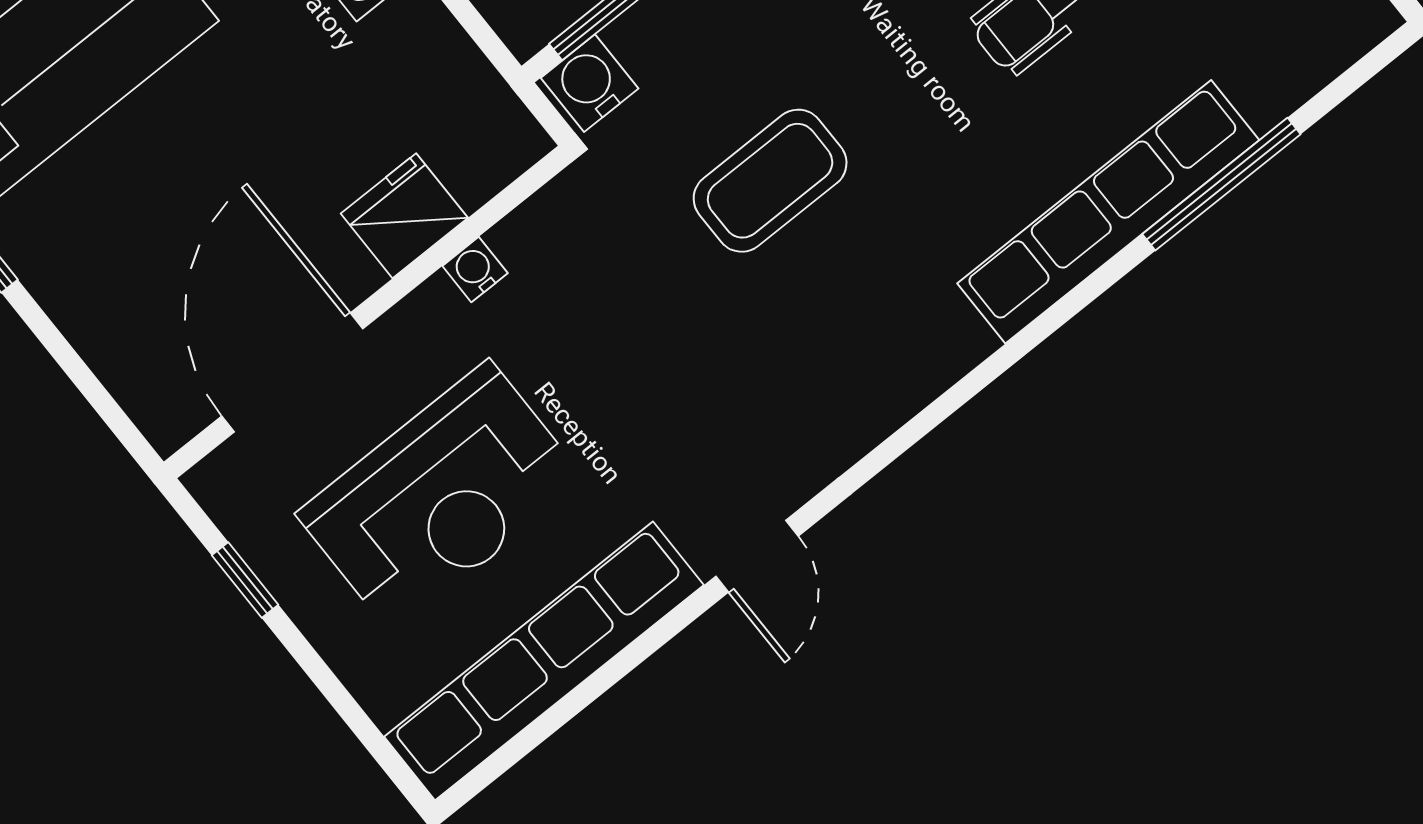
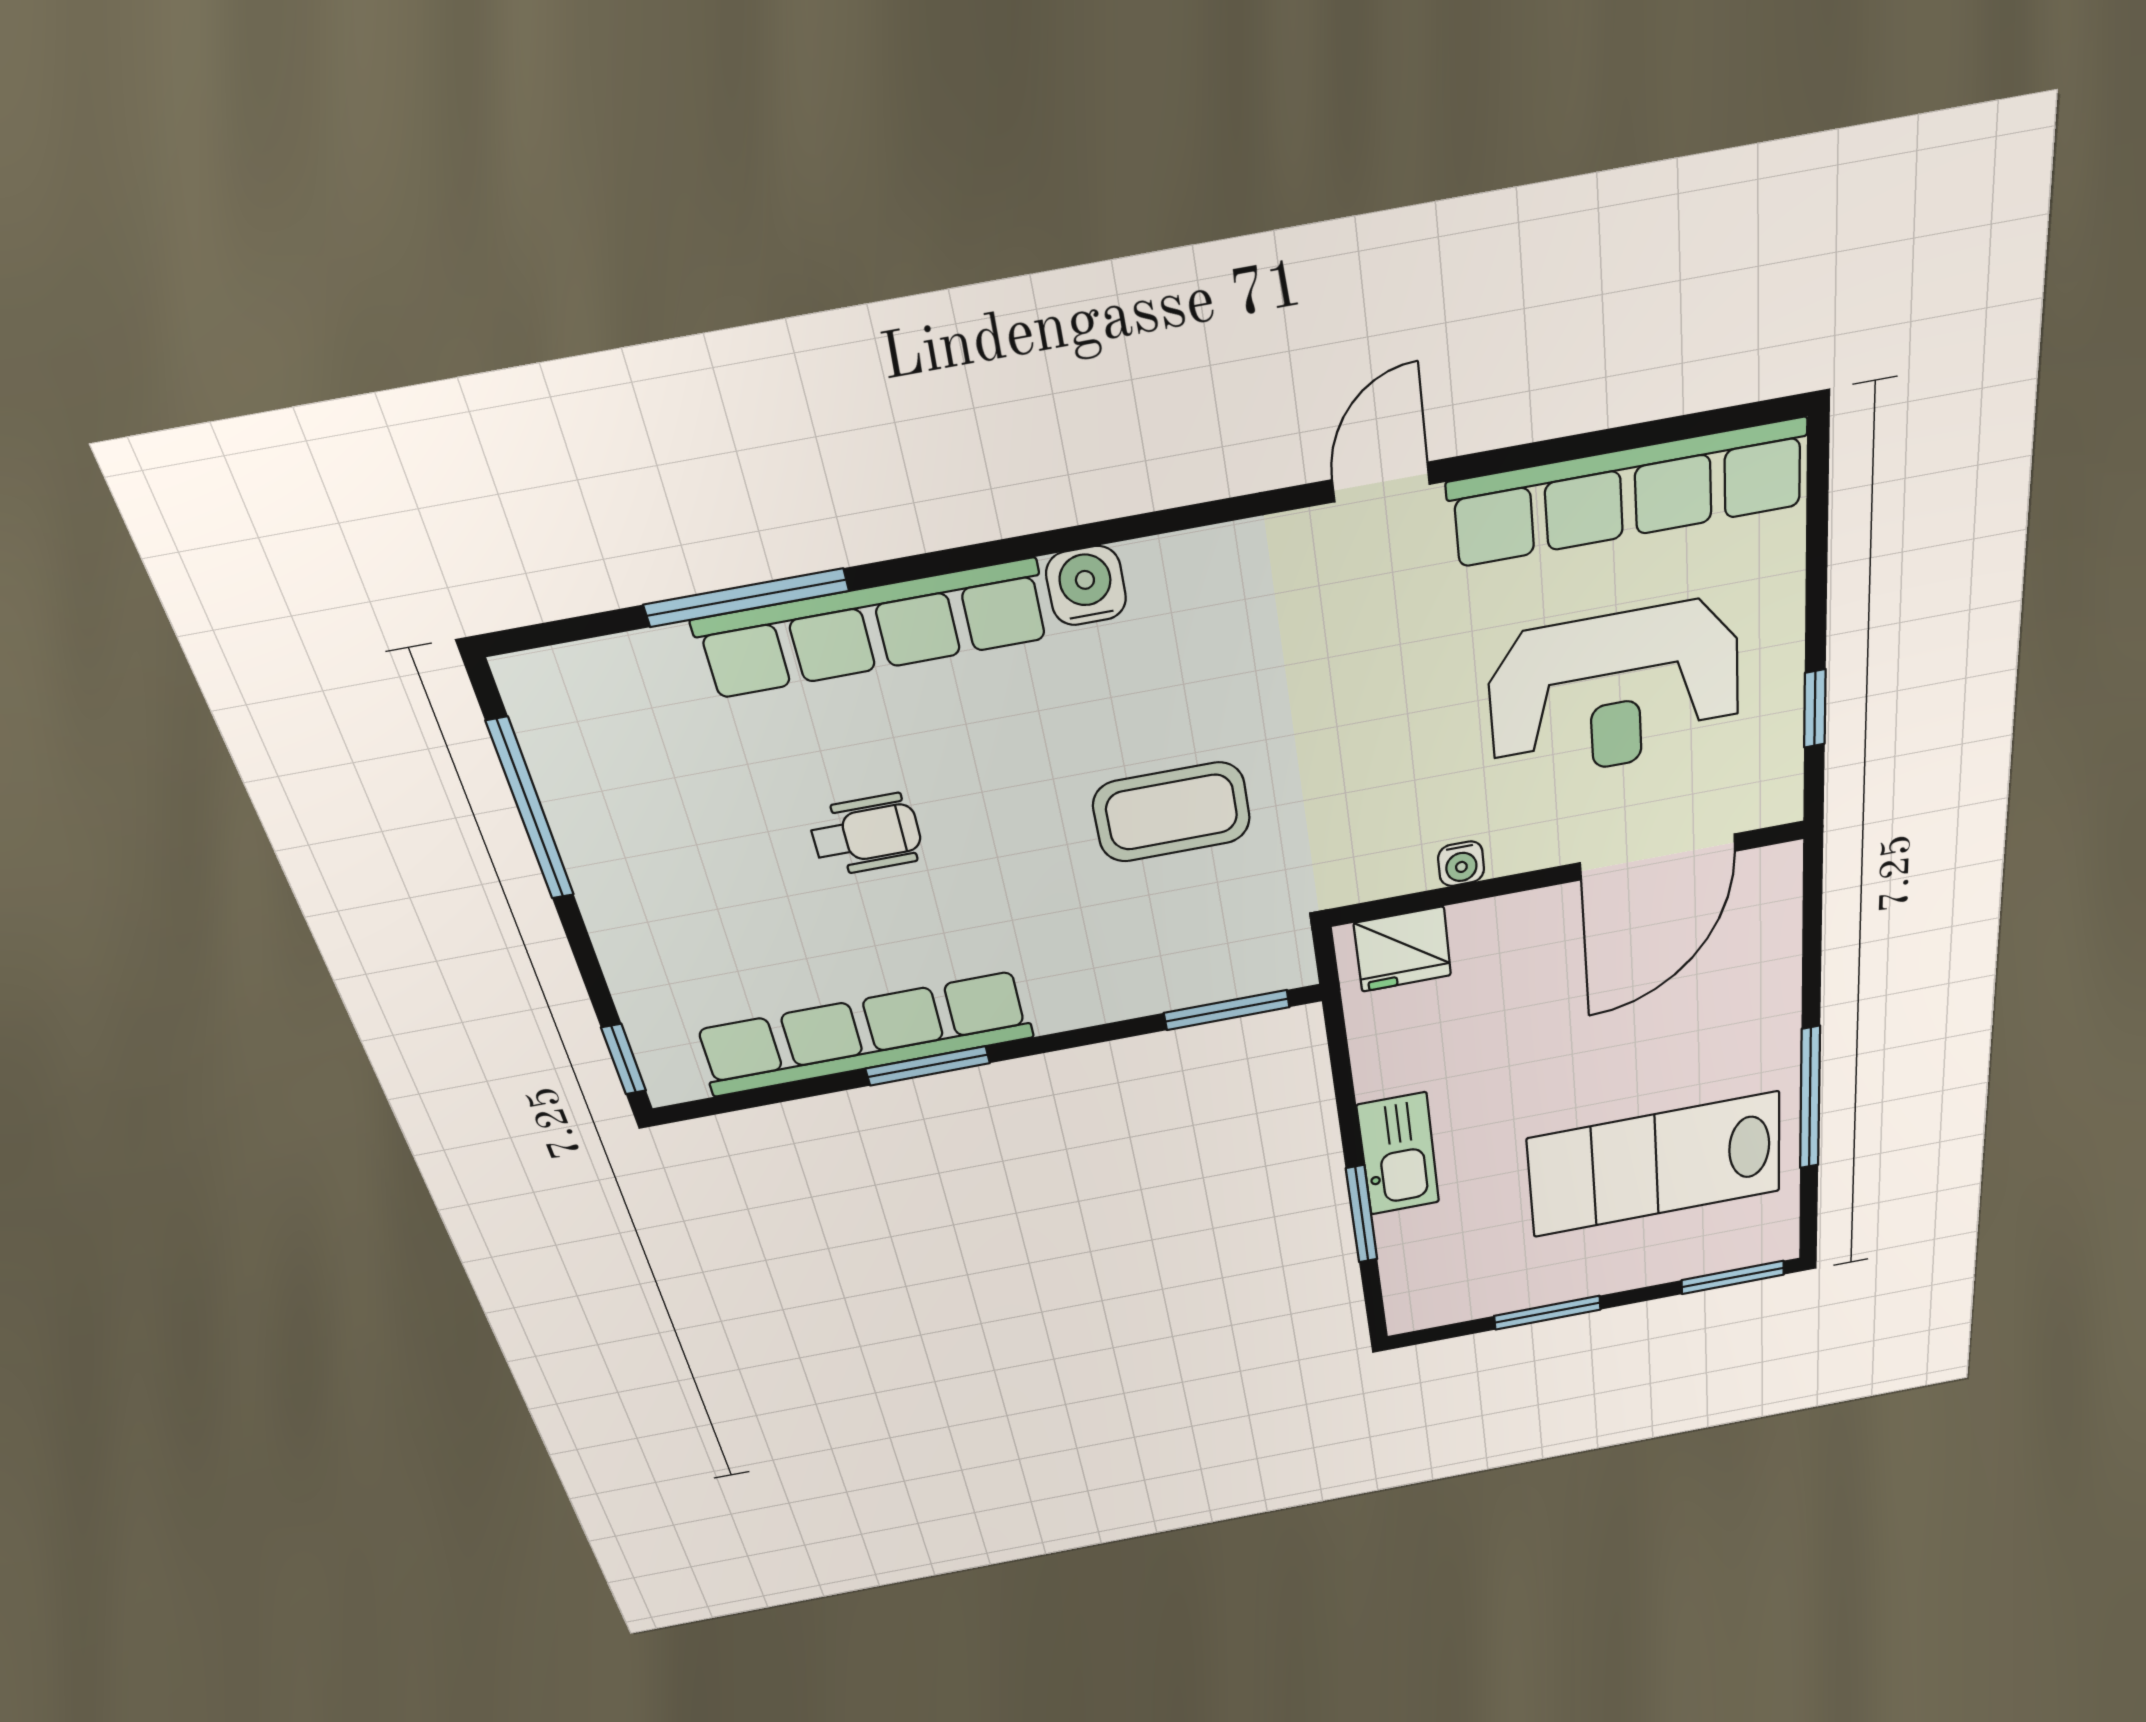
water cooler: (590, 83) -> (1086, 586), moved, turned 180
fridge: (404, 216) -> (1403, 949), moved
reception desk: (441, 497) -> (1614, 691), turned 180

